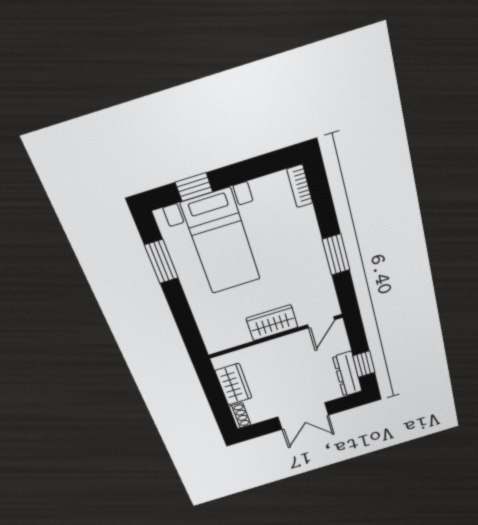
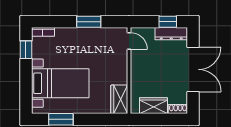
window: (194, 187) -> (26, 50), moved
wardrobe: (272, 323) -> (119, 99), moved
double door: (303, 416) -> (193, 69), width x1.37

